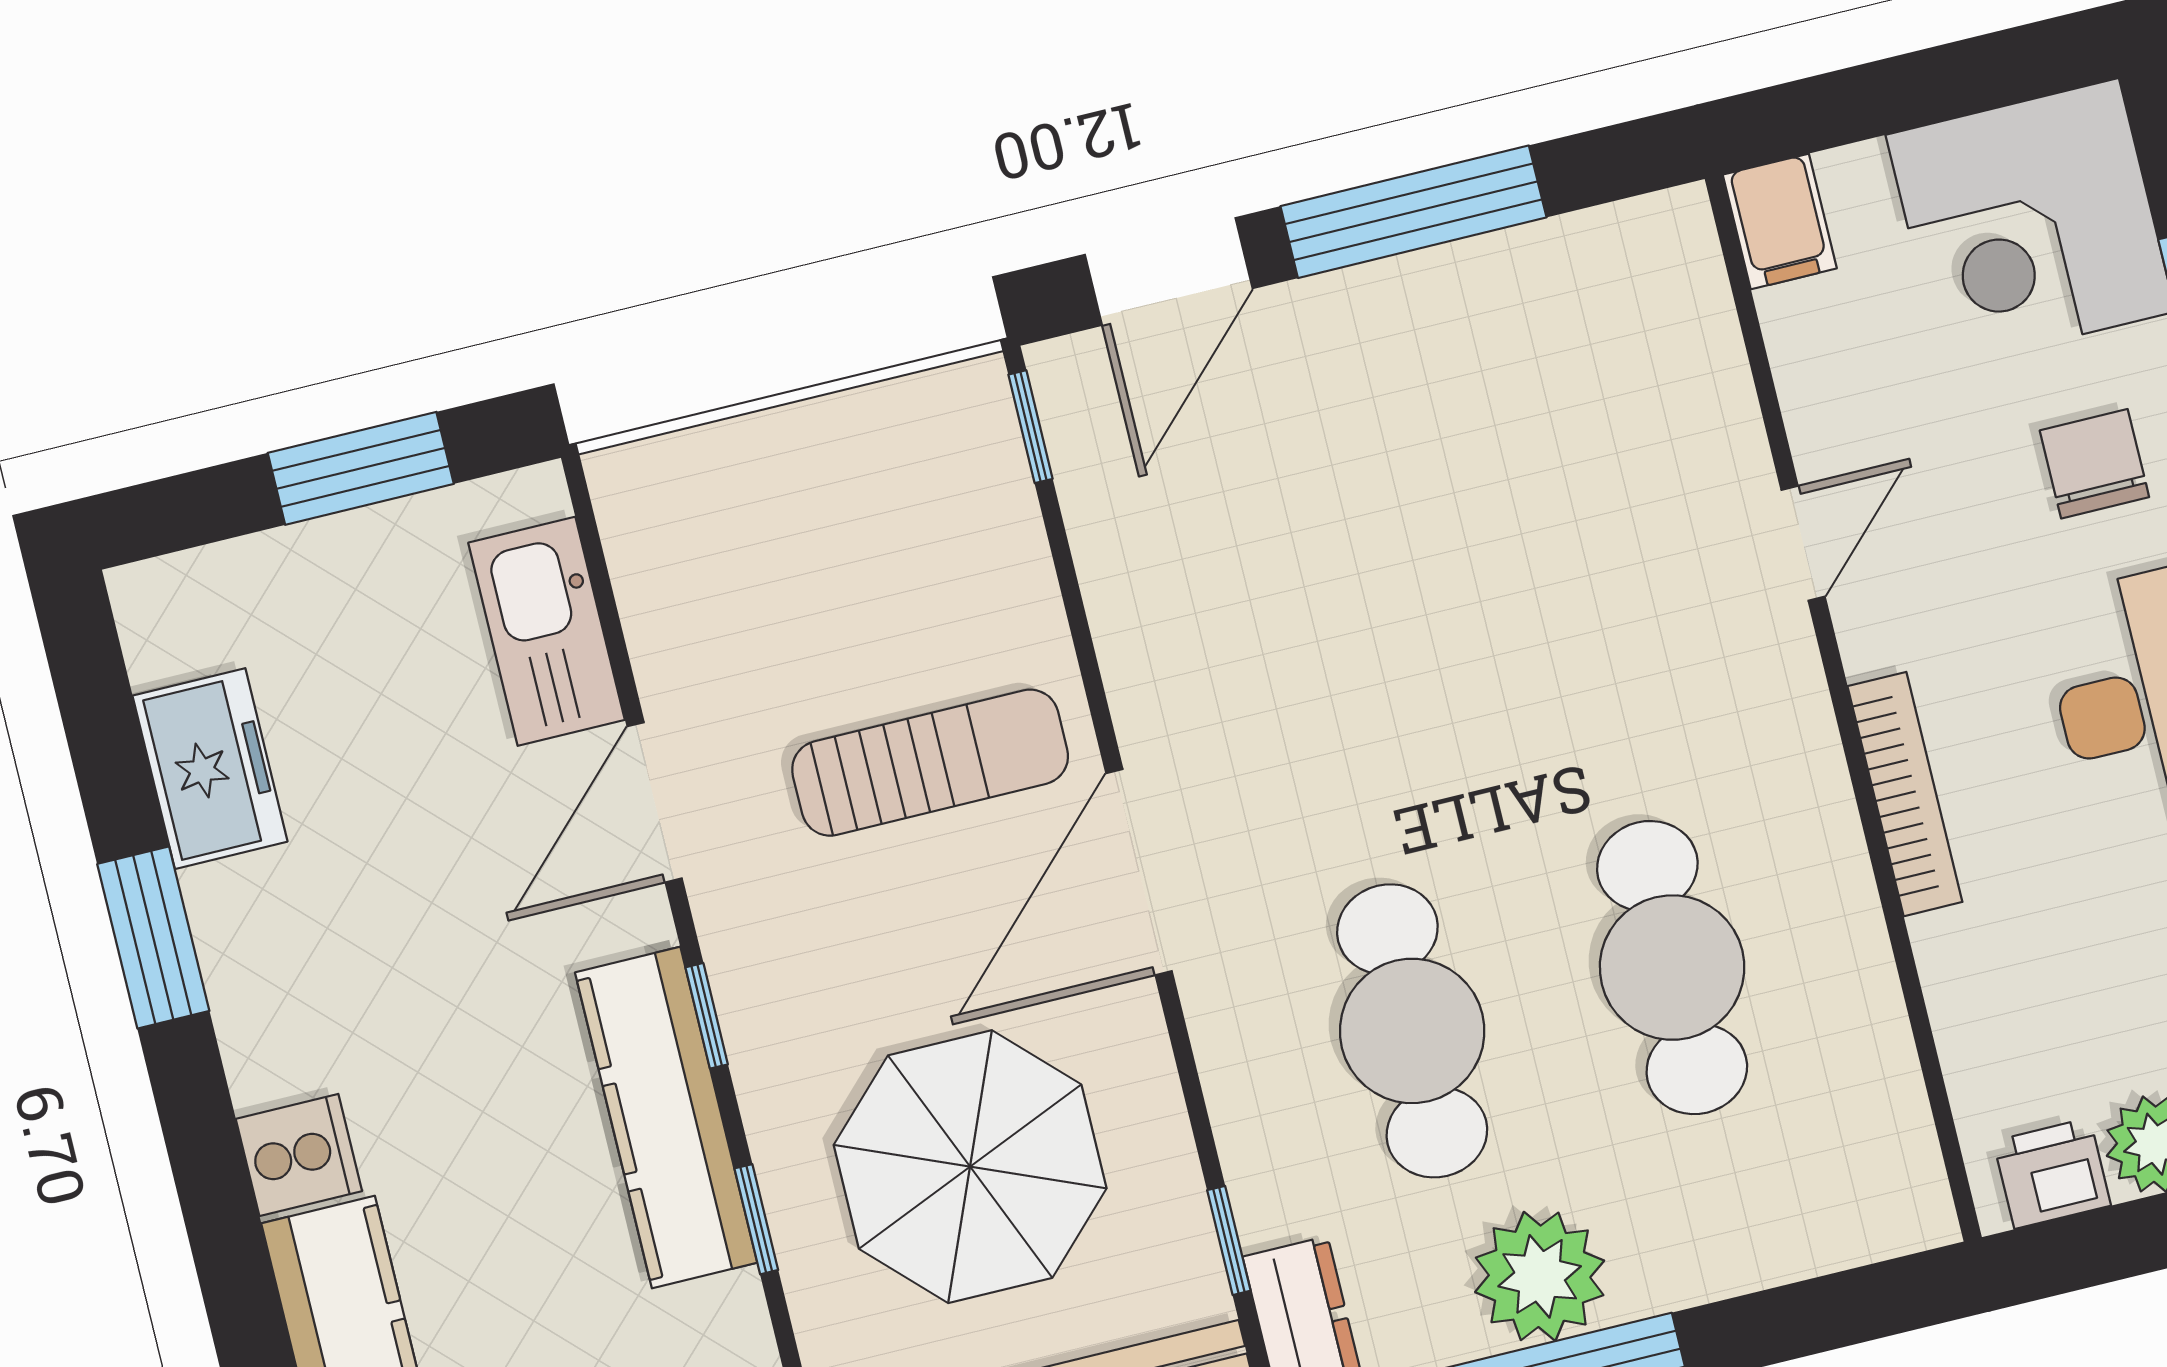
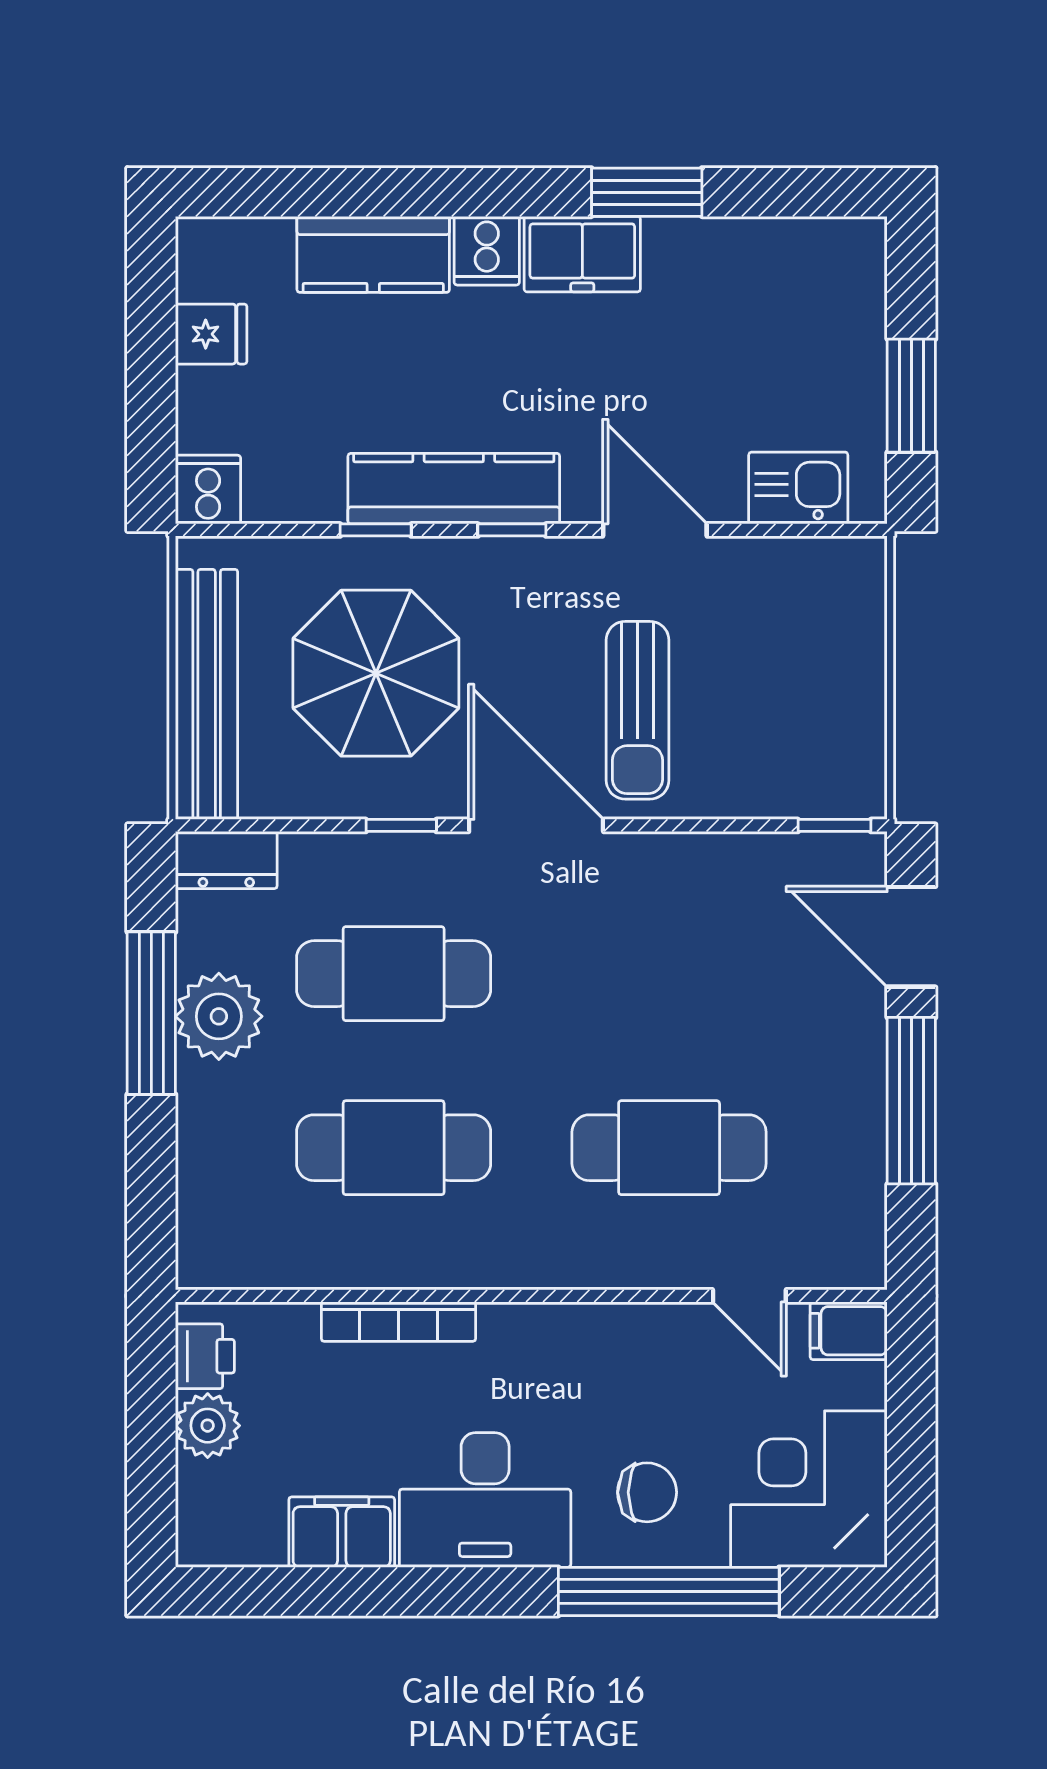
door: (1803, 543) -> (749, 1296), moved
cafe table: (1572, 556) -> (669, 1148), added
kitchen sink: (547, 631) -> (798, 488), width x0.73
freezer: (210, 769) -> (582, 254), moved
bookcase: (1905, 794) -> (398, 1322), moved
window: (1229, 1240) -> (401, 825), moved

